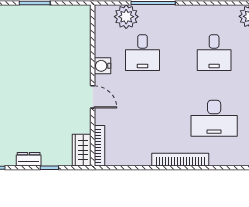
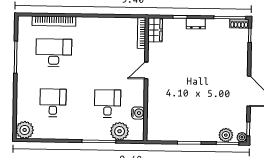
water cooler: (102, 66) -> (138, 113), moved
door: (93, 97) -> (146, 70), hinge flipped
bookcase: (180, 160) -> (54, 21), moved

